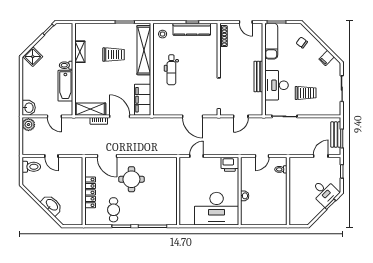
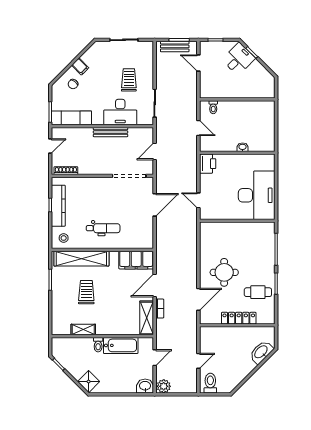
filing cabinet: (327, 58) -> (80, 66), moved
door: (241, 116) -> (155, 152), swing flipped
washbasin: (52, 205) -> (261, 352), moved
desk: (217, 209) -> (257, 195), moved

